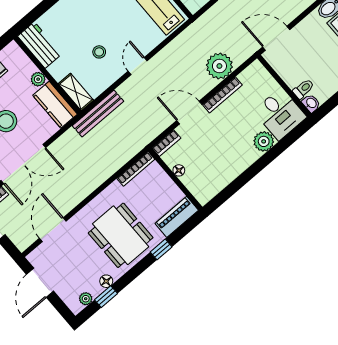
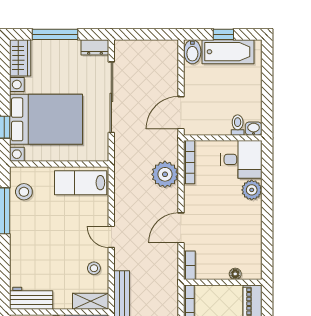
stool: (99, 52) -> (94, 268), moved
bookcase: (222, 95) -> (189, 162), moved
floor lamp: (179, 170) -> (235, 274), moved

